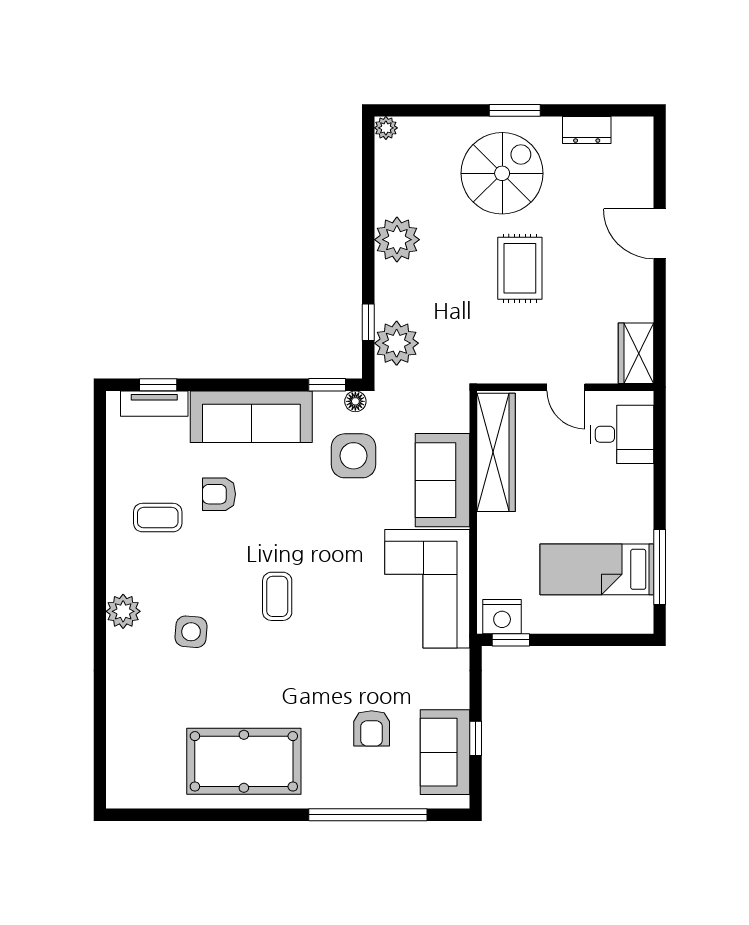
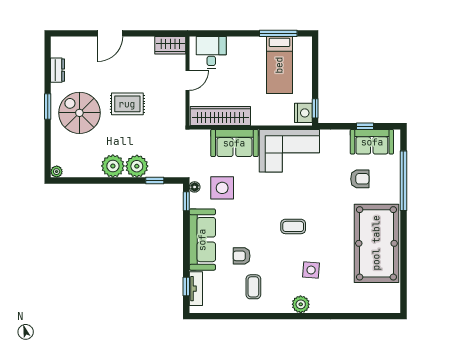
plant: (397, 343) -> (137, 166), moved
armchair: (219, 494) -> (242, 256), turned 90
pool table: (244, 761) -> (376, 243), width x1.36, depth x1.32

